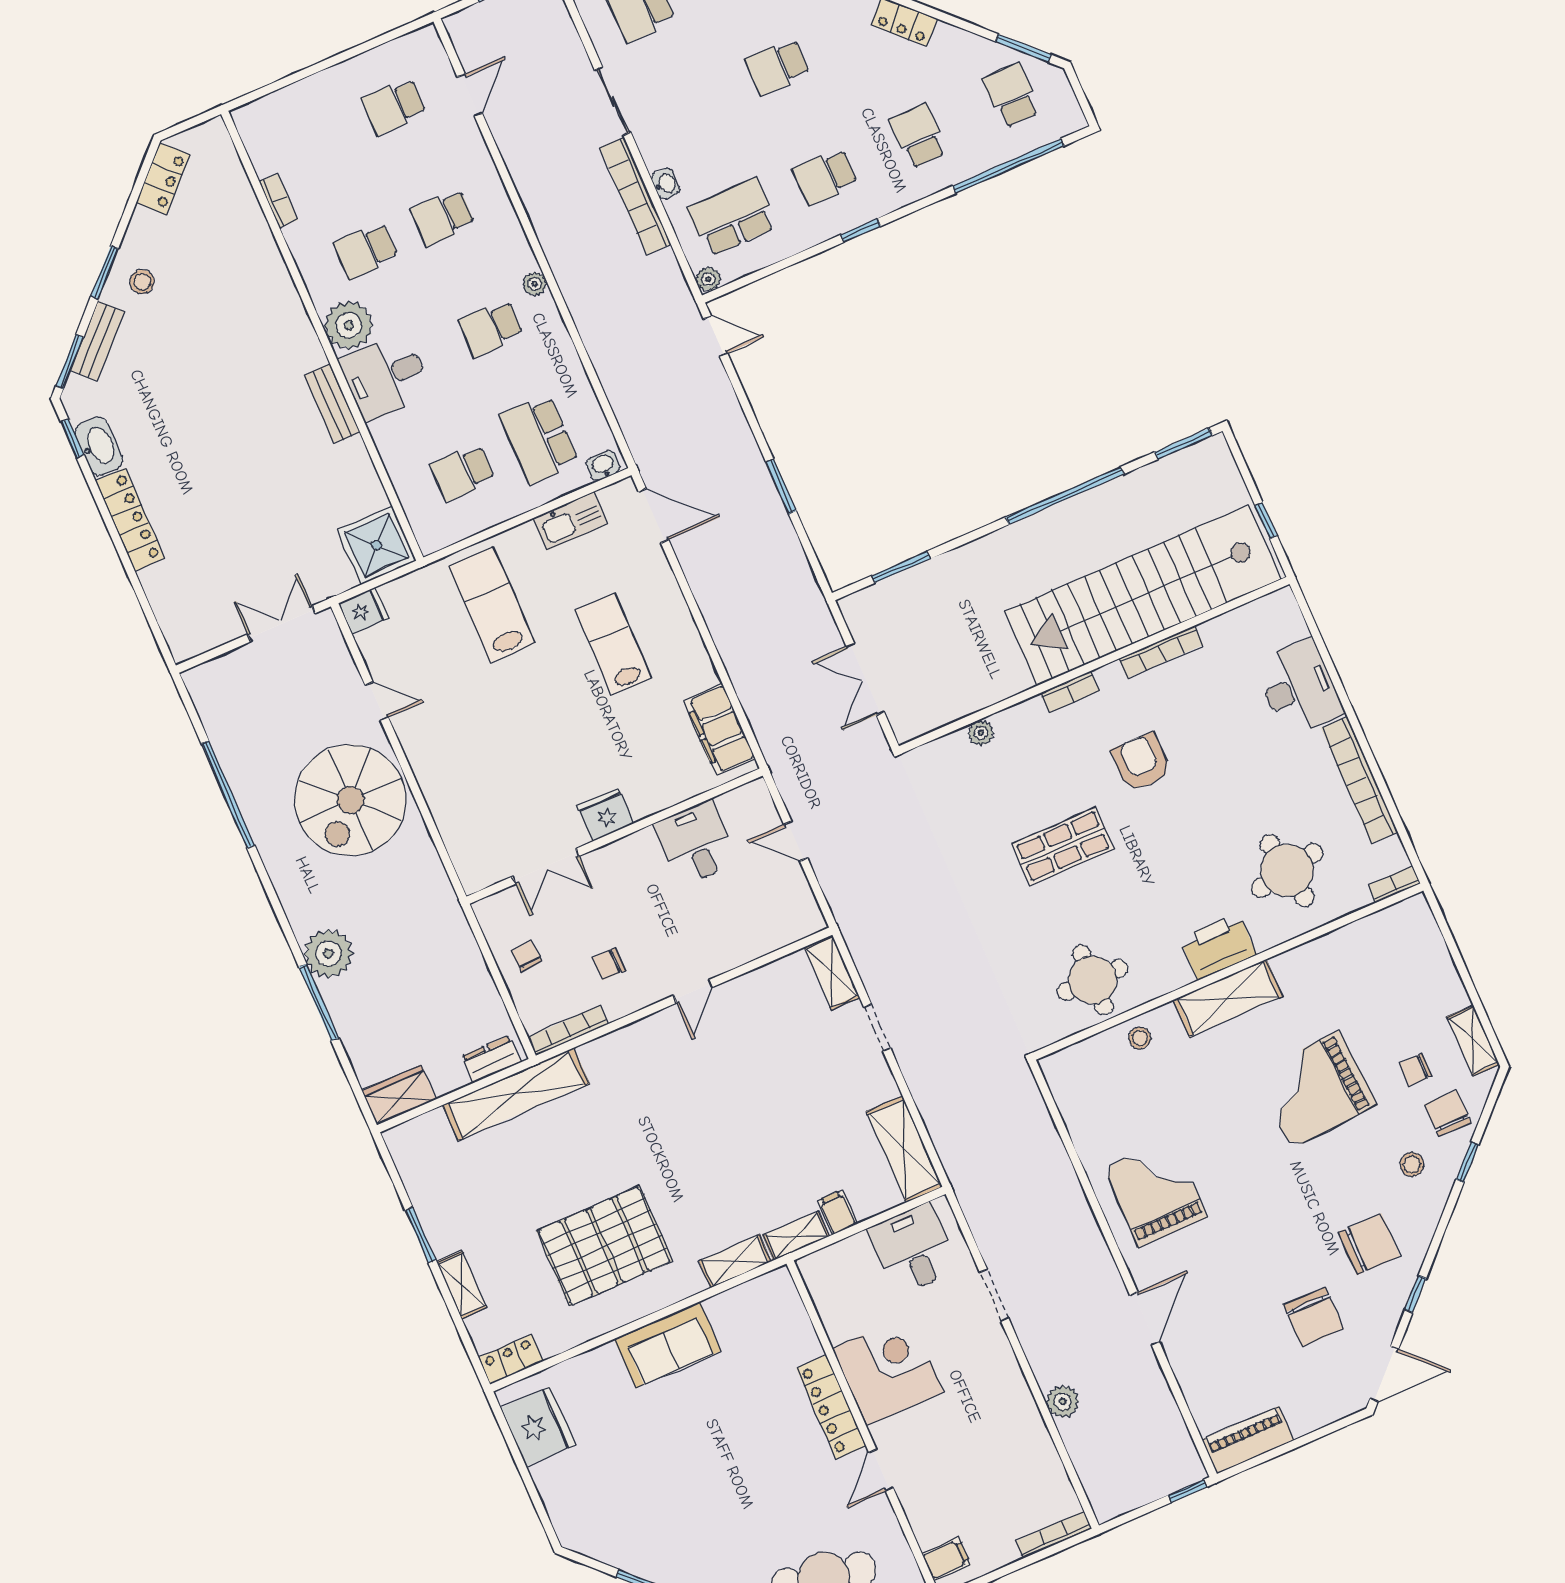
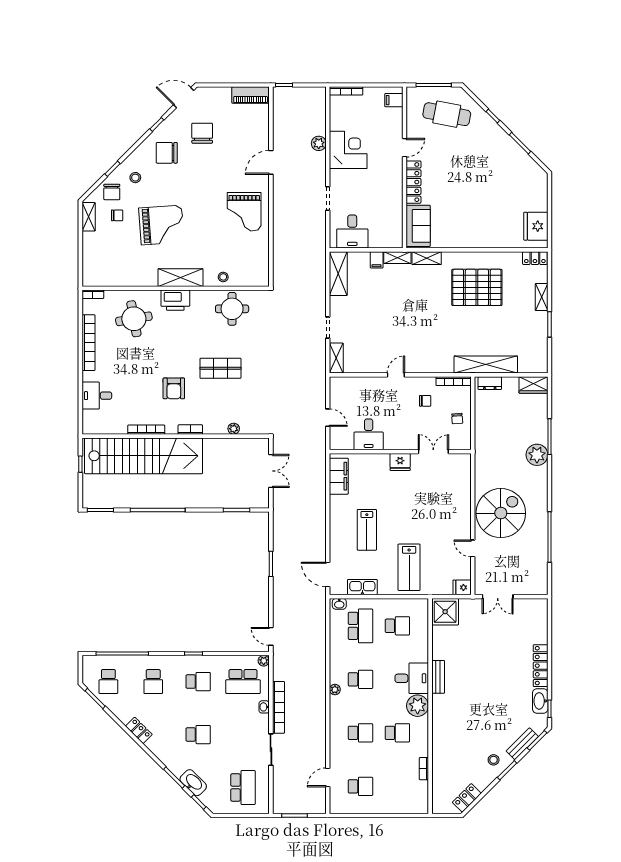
desk: (1299, 688) -> (97, 396), width x0.73
sofa: (668, 1345) -> (418, 226), moved, turned 90
corner desk: (888, 1370) -> (348, 150), moved, turned 180

